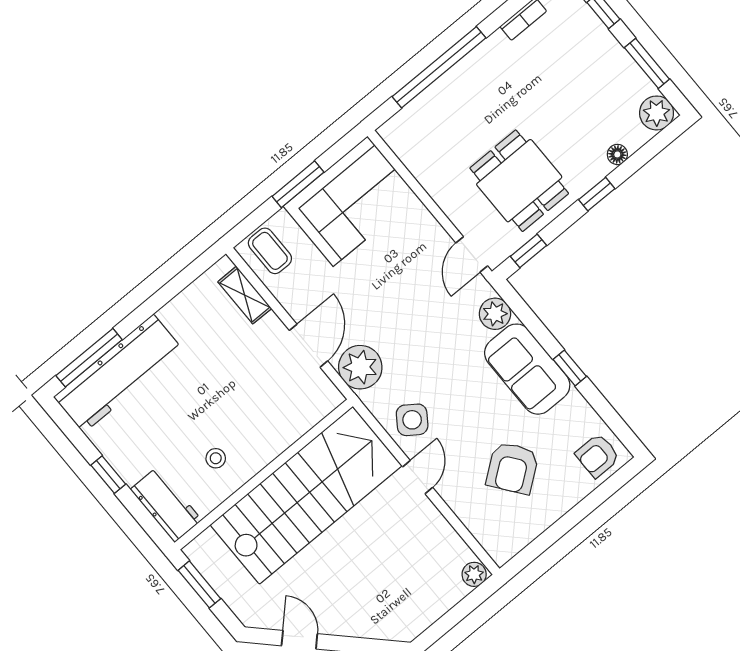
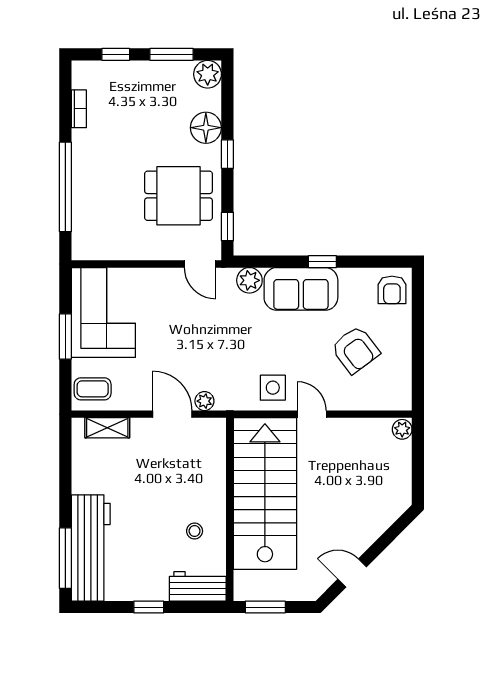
floor lamp: (617, 154) -> (206, 128), width x1.89, depth x1.89
plant: (360, 367) -> (204, 401), width x0.53, depth x0.53
side table: (412, 420) -> (273, 388), turned -35

